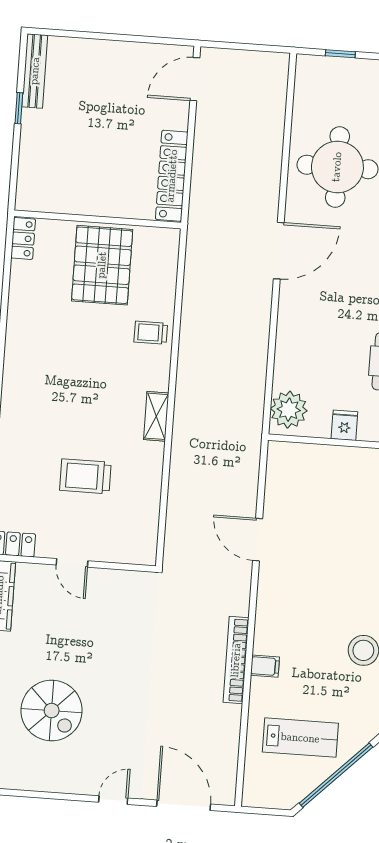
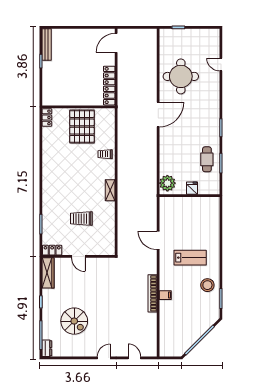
lab bench: (300, 738) -> (190, 258), moved
door: (184, 805) -> (134, 358), width x0.53

